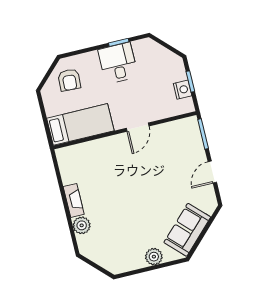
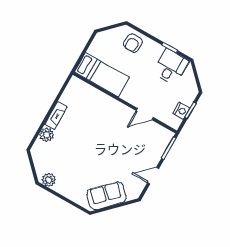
desk: (118, 63) -> (171, 67), moved
armchair: (69, 80) -> (133, 43), moved
door: (138, 127) -> (145, 114), moved
plant: (154, 257) -> (49, 180), moved

